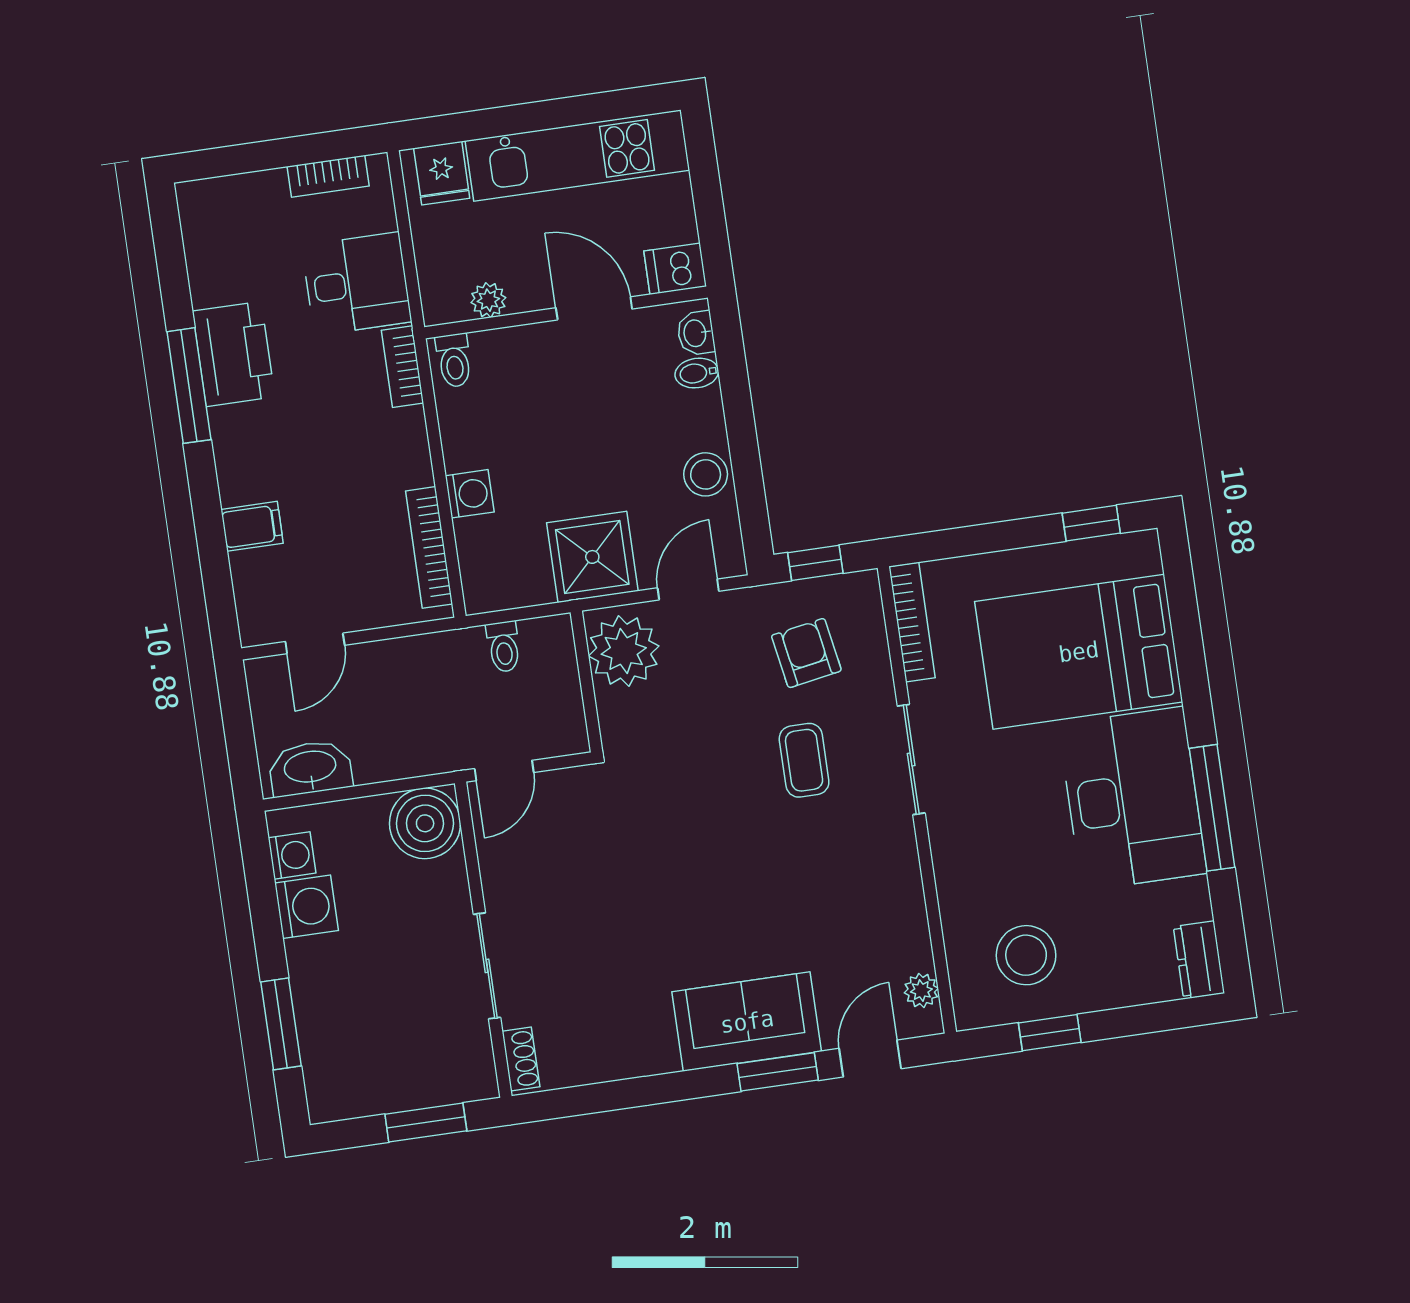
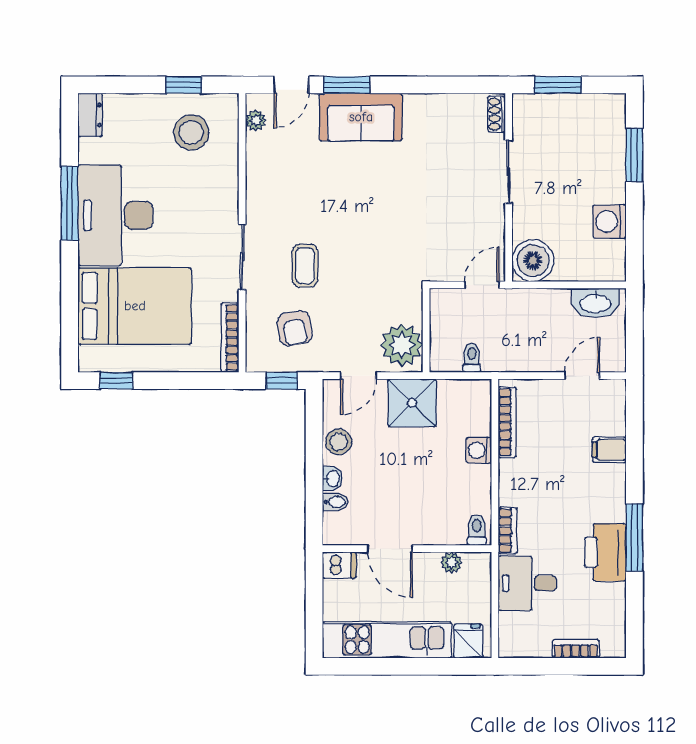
bookcase: (328, 176) -> (576, 649), moved
washbasin: (696, 333) -> (332, 479), moved
washing machine: (292, 855) -> (614, 253), removed

